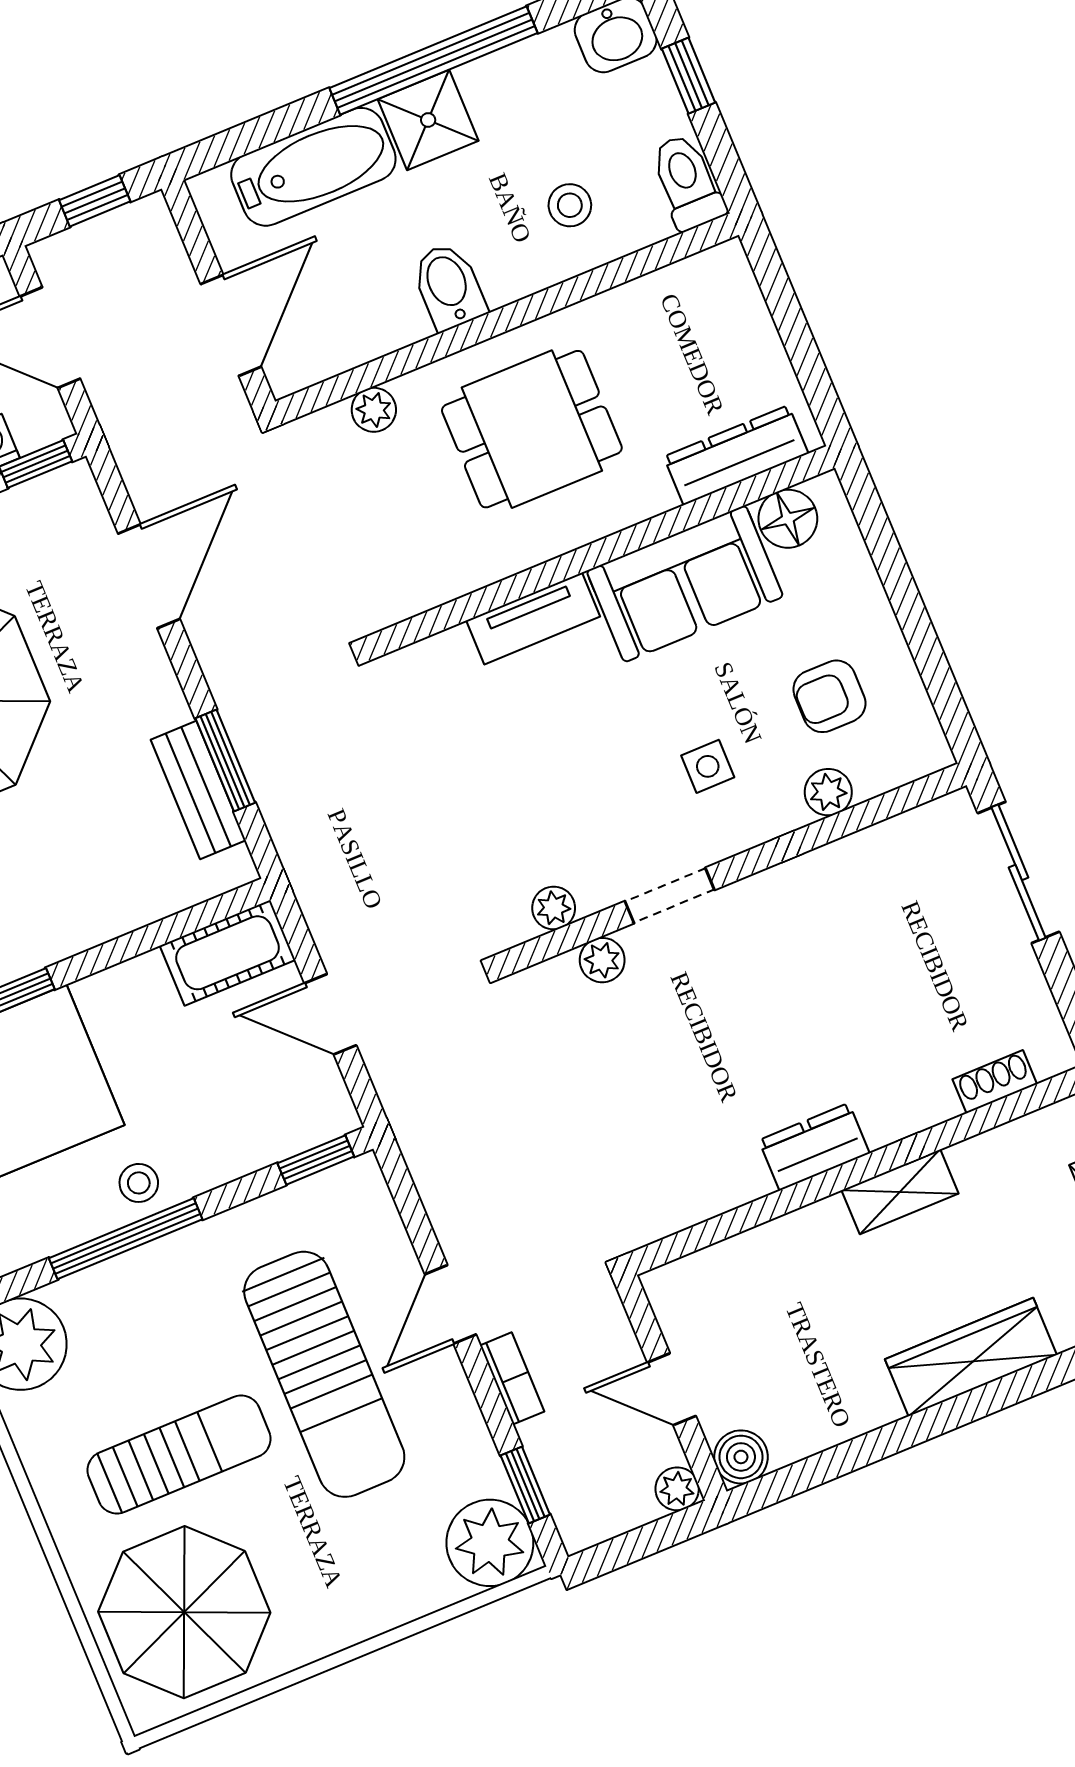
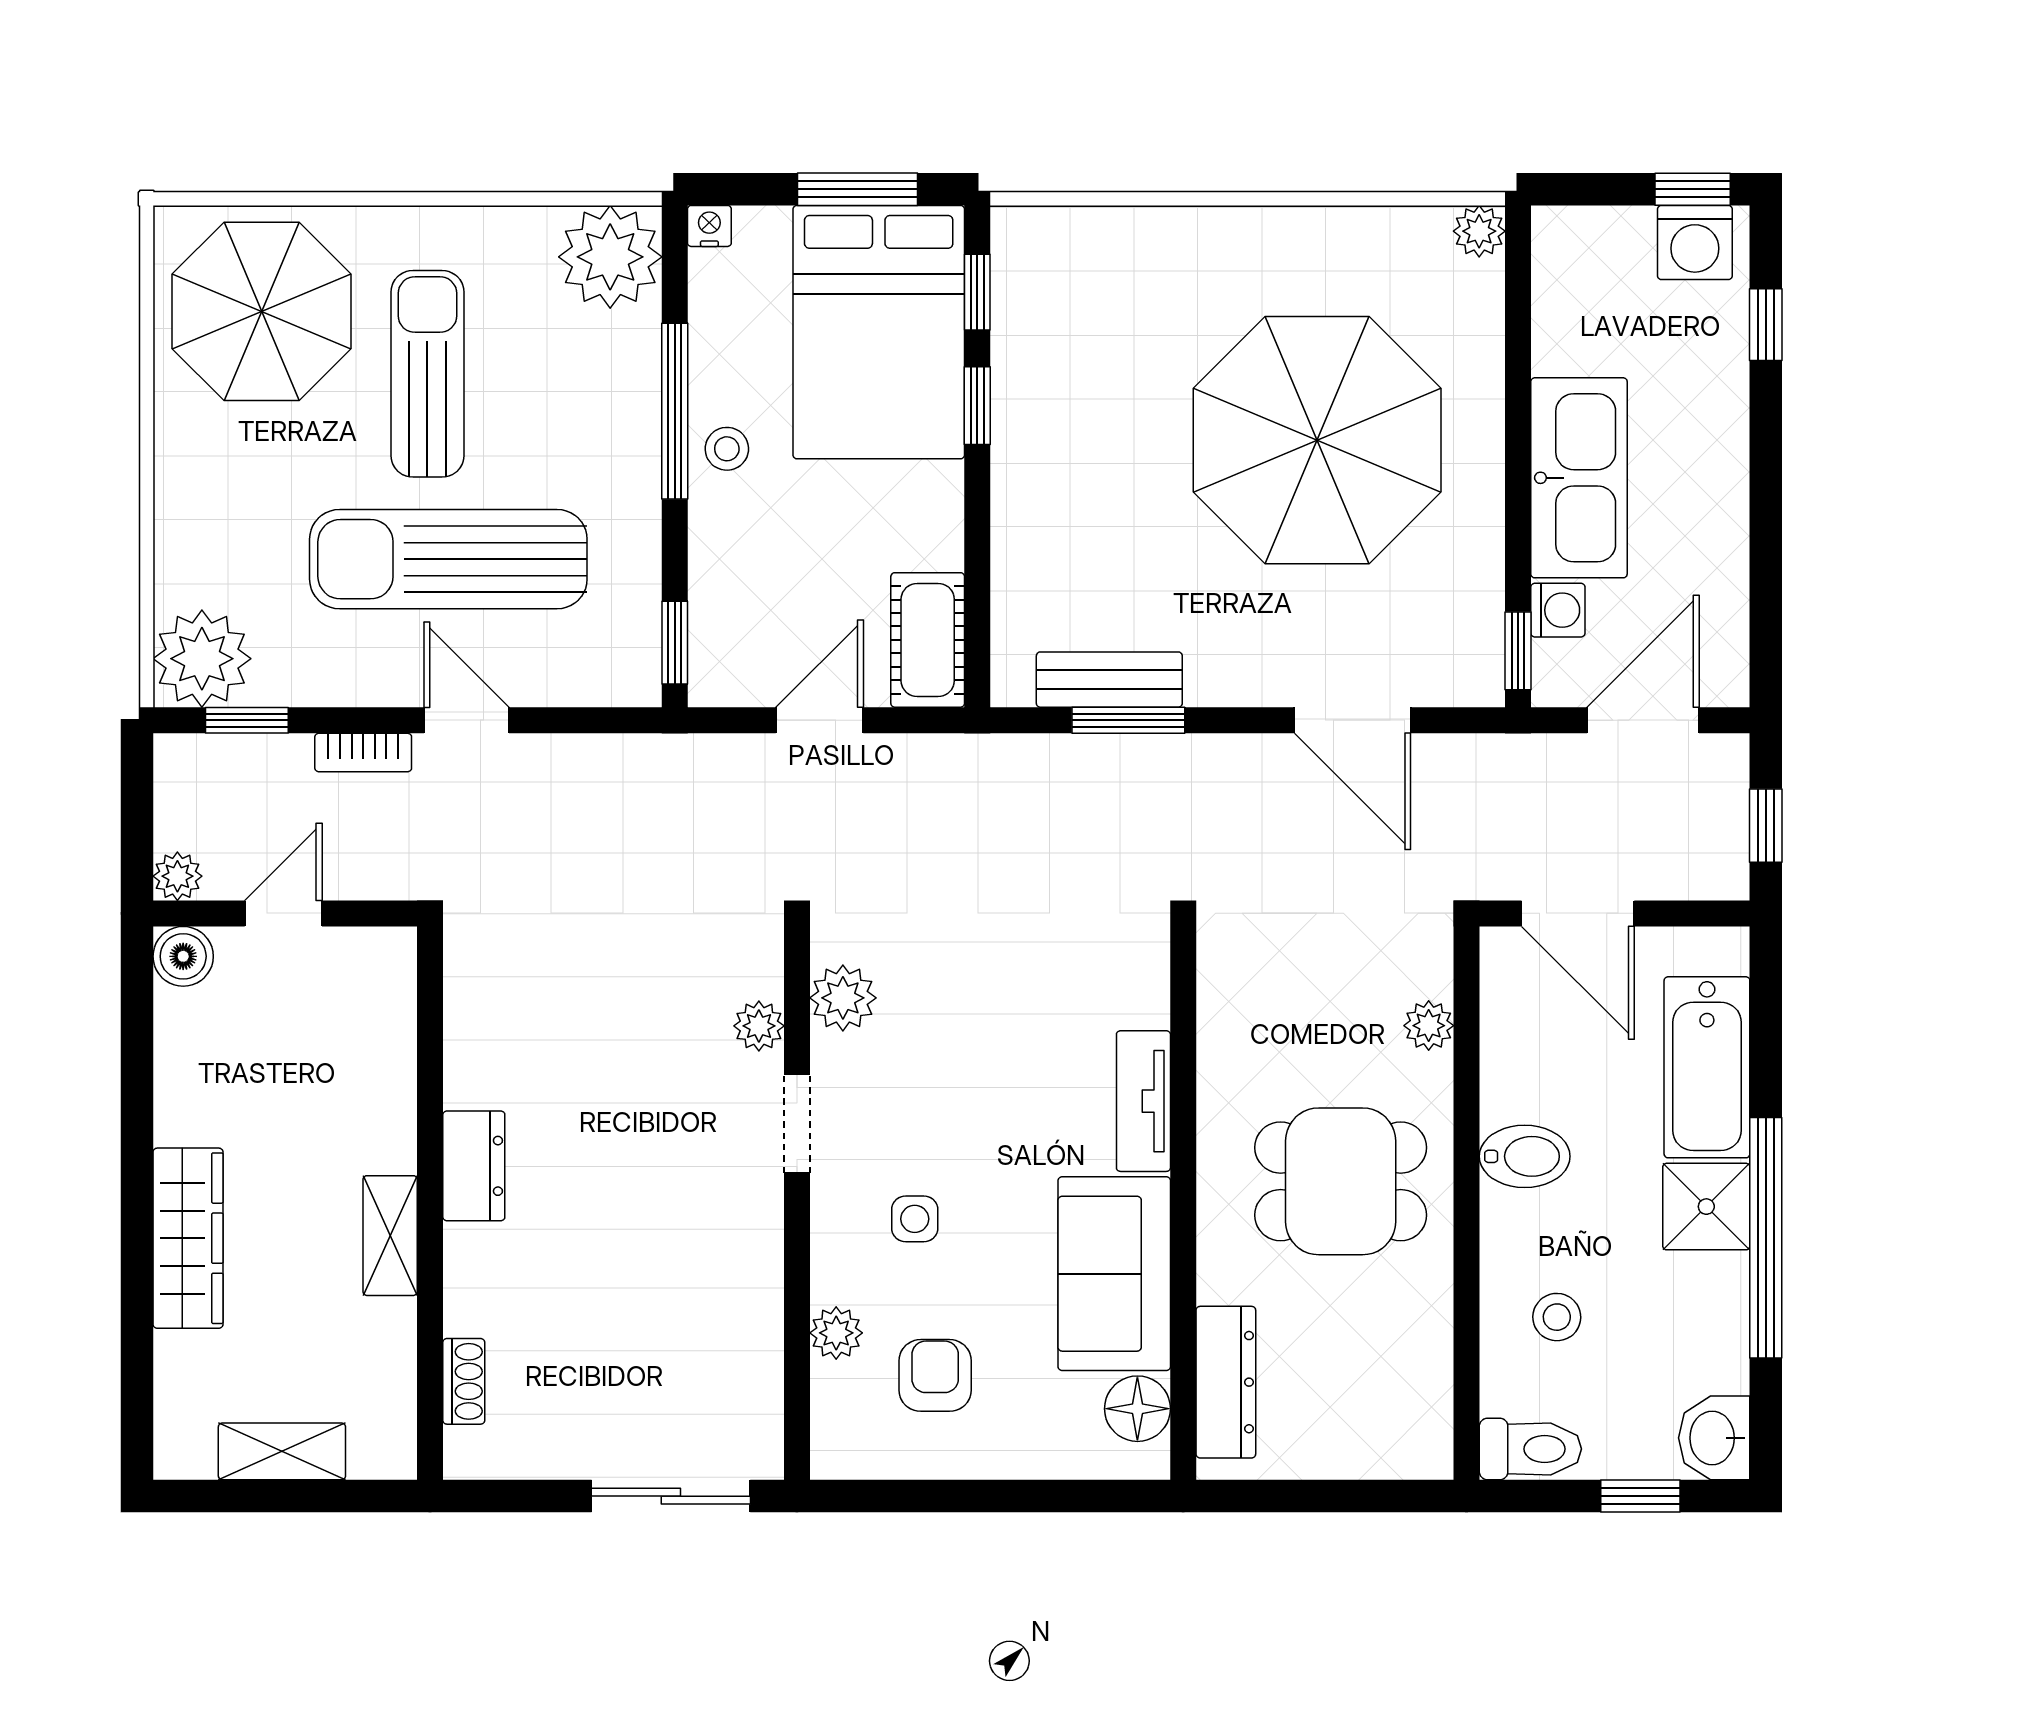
dining table: (532, 429) -> (1341, 1181), turned 90
plant: (554, 908) -> (843, 998), width x1.38, depth x1.38
sun lounger: (179, 1455) -> (427, 374), turned 180

